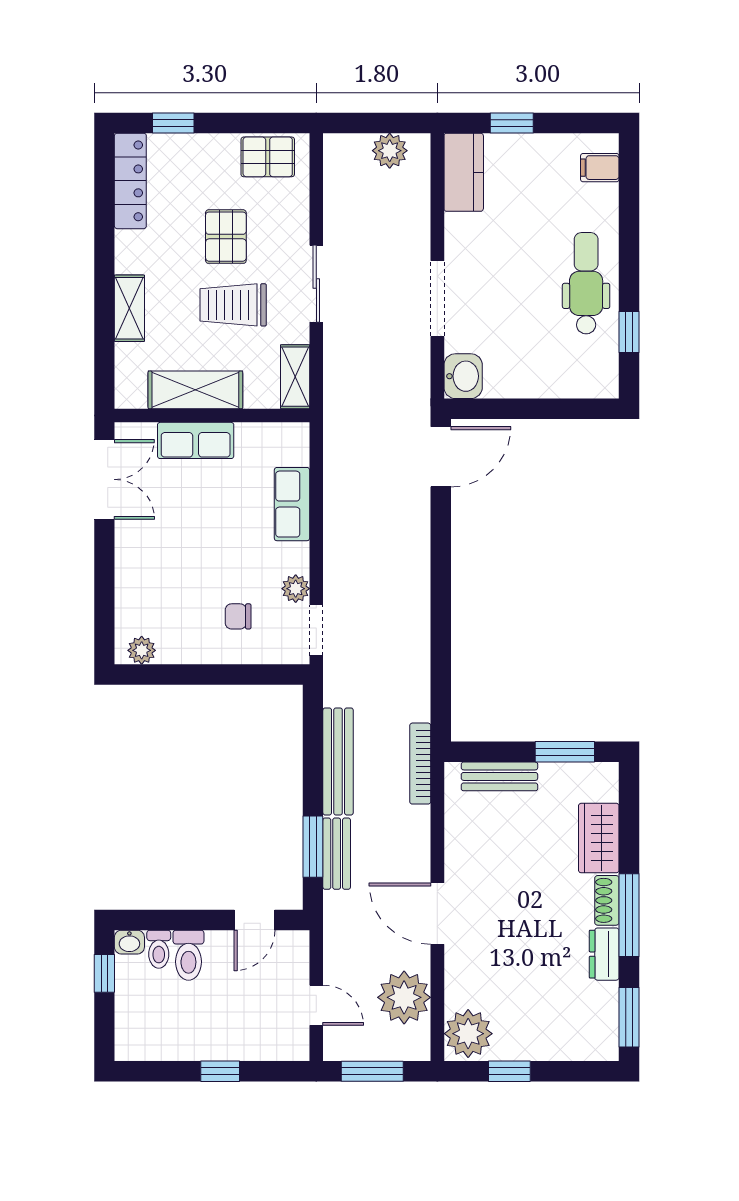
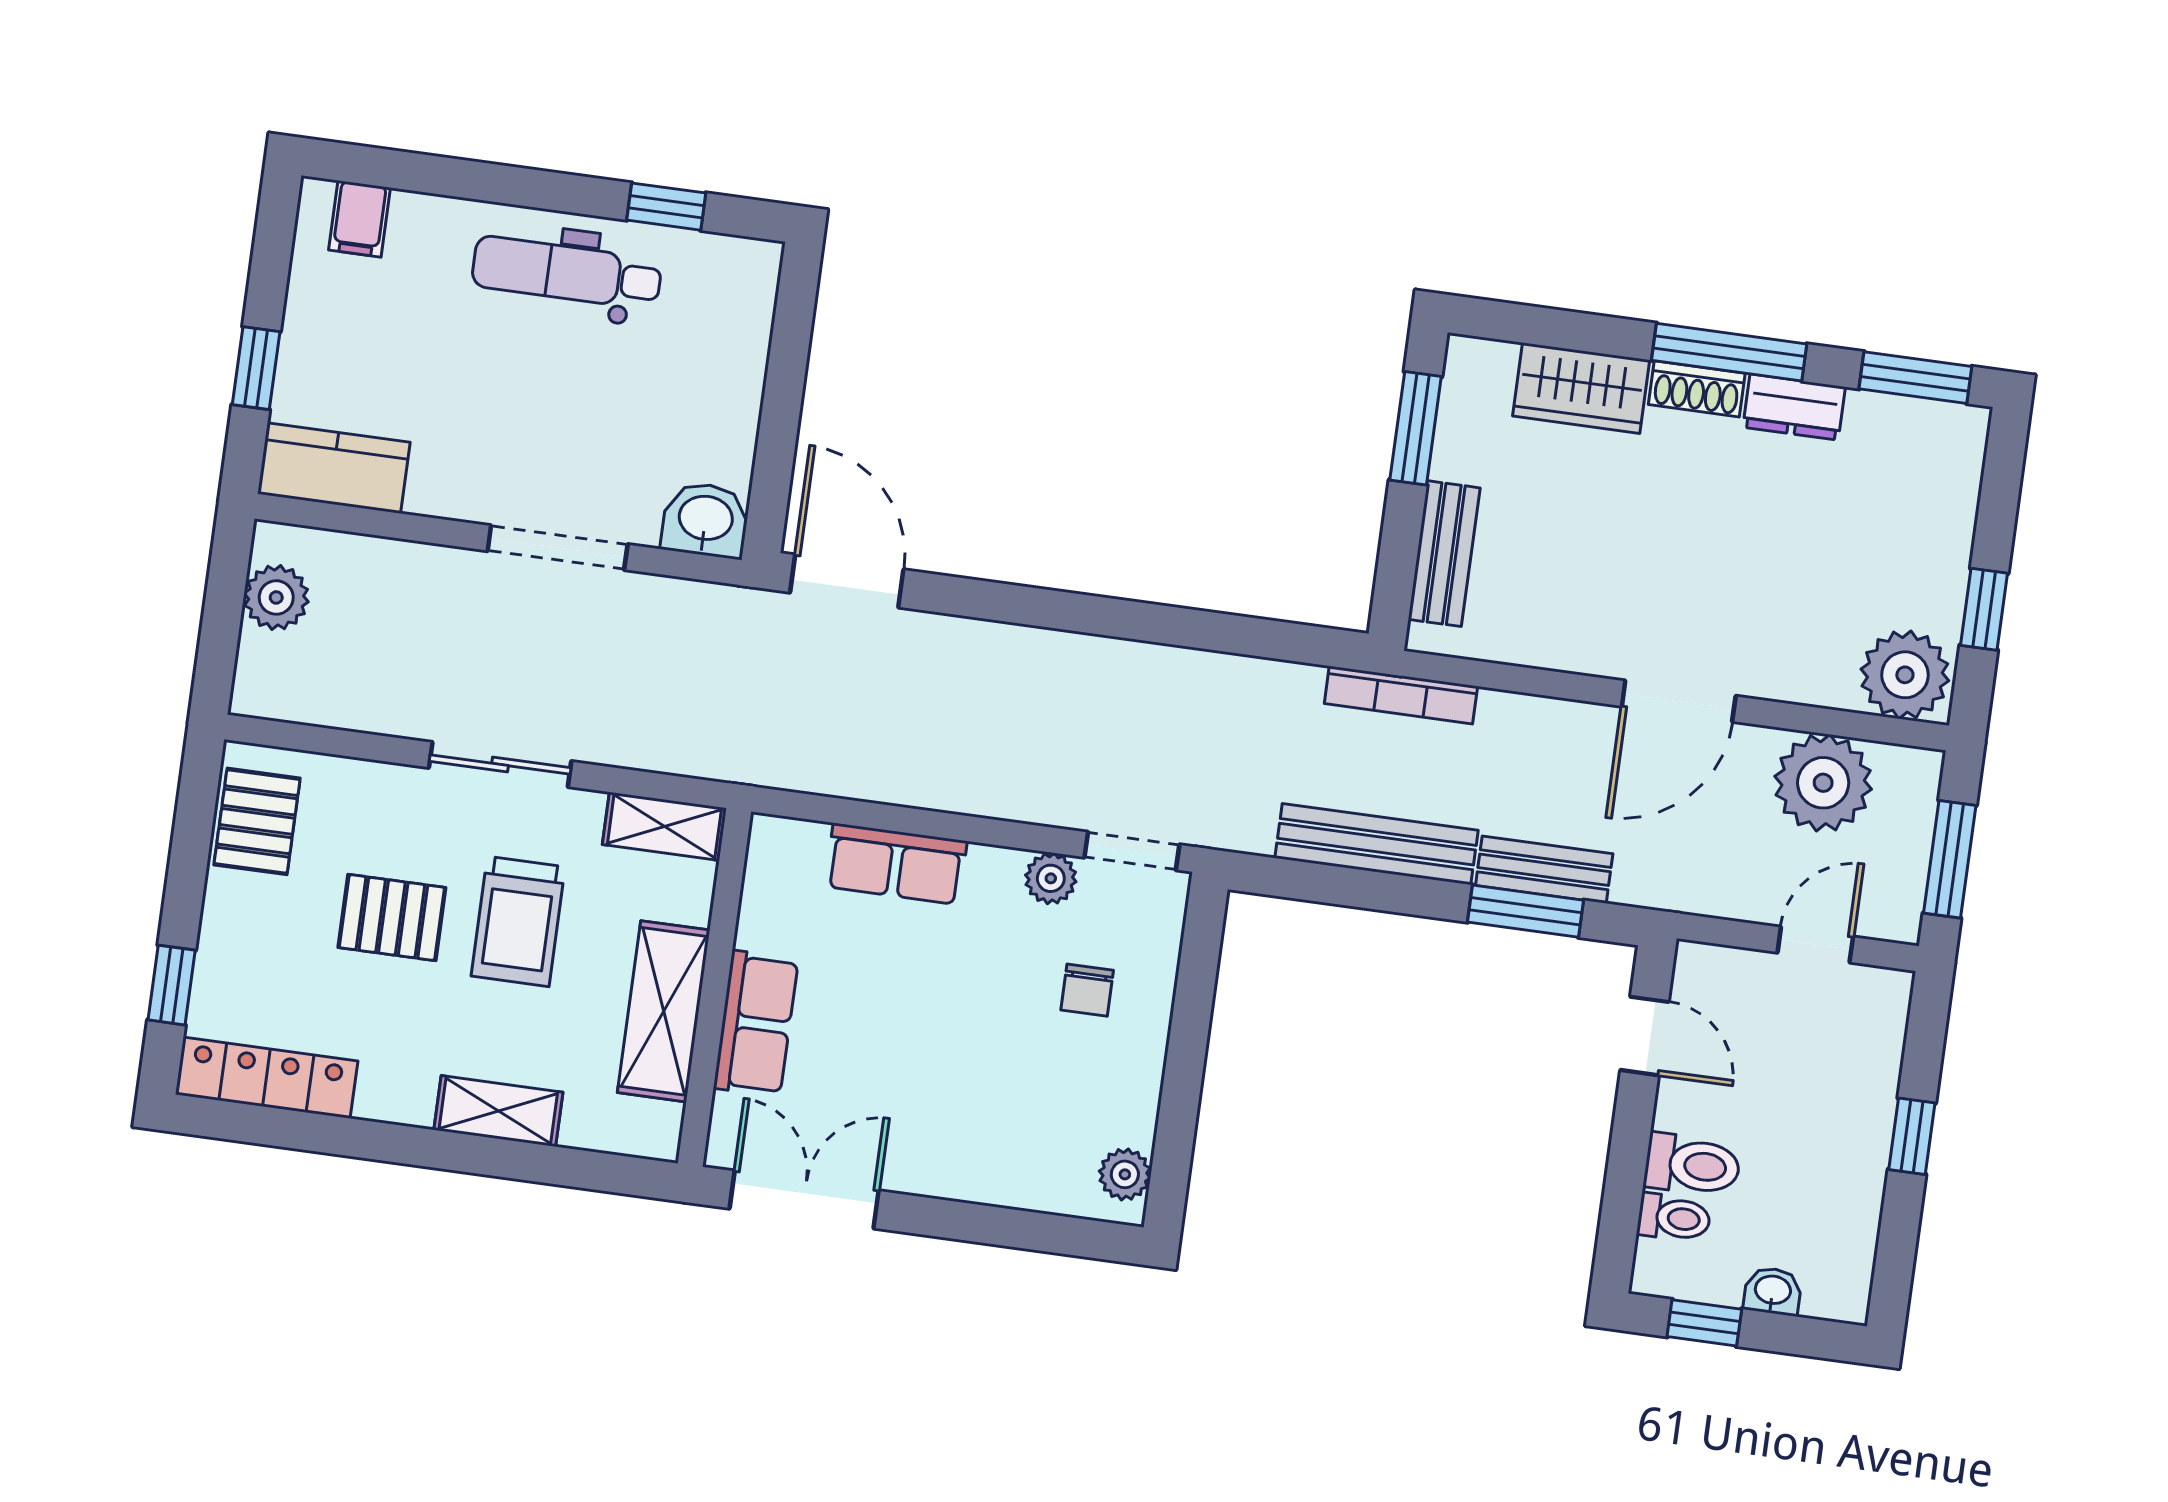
washbasin: (129, 942) -> (1773, 1291), moved, turned -90

